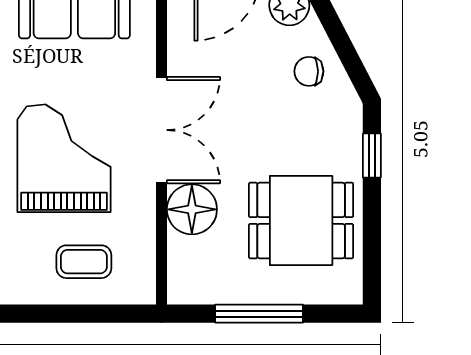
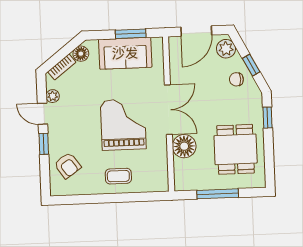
window: (341, 42) -> (251, 65), added
dining table: (301, 221) -> (236, 149), turned 90
coffee table: (84, 262) -> (118, 176), moved

